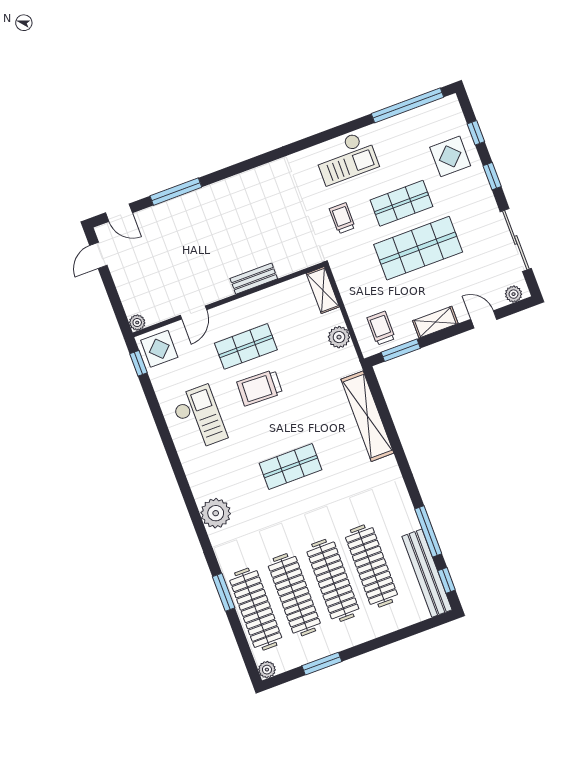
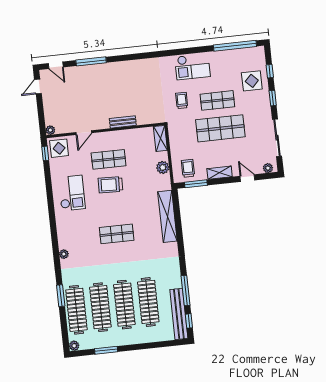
plant: (216, 513) -> (64, 254), width x0.53, depth x0.53

